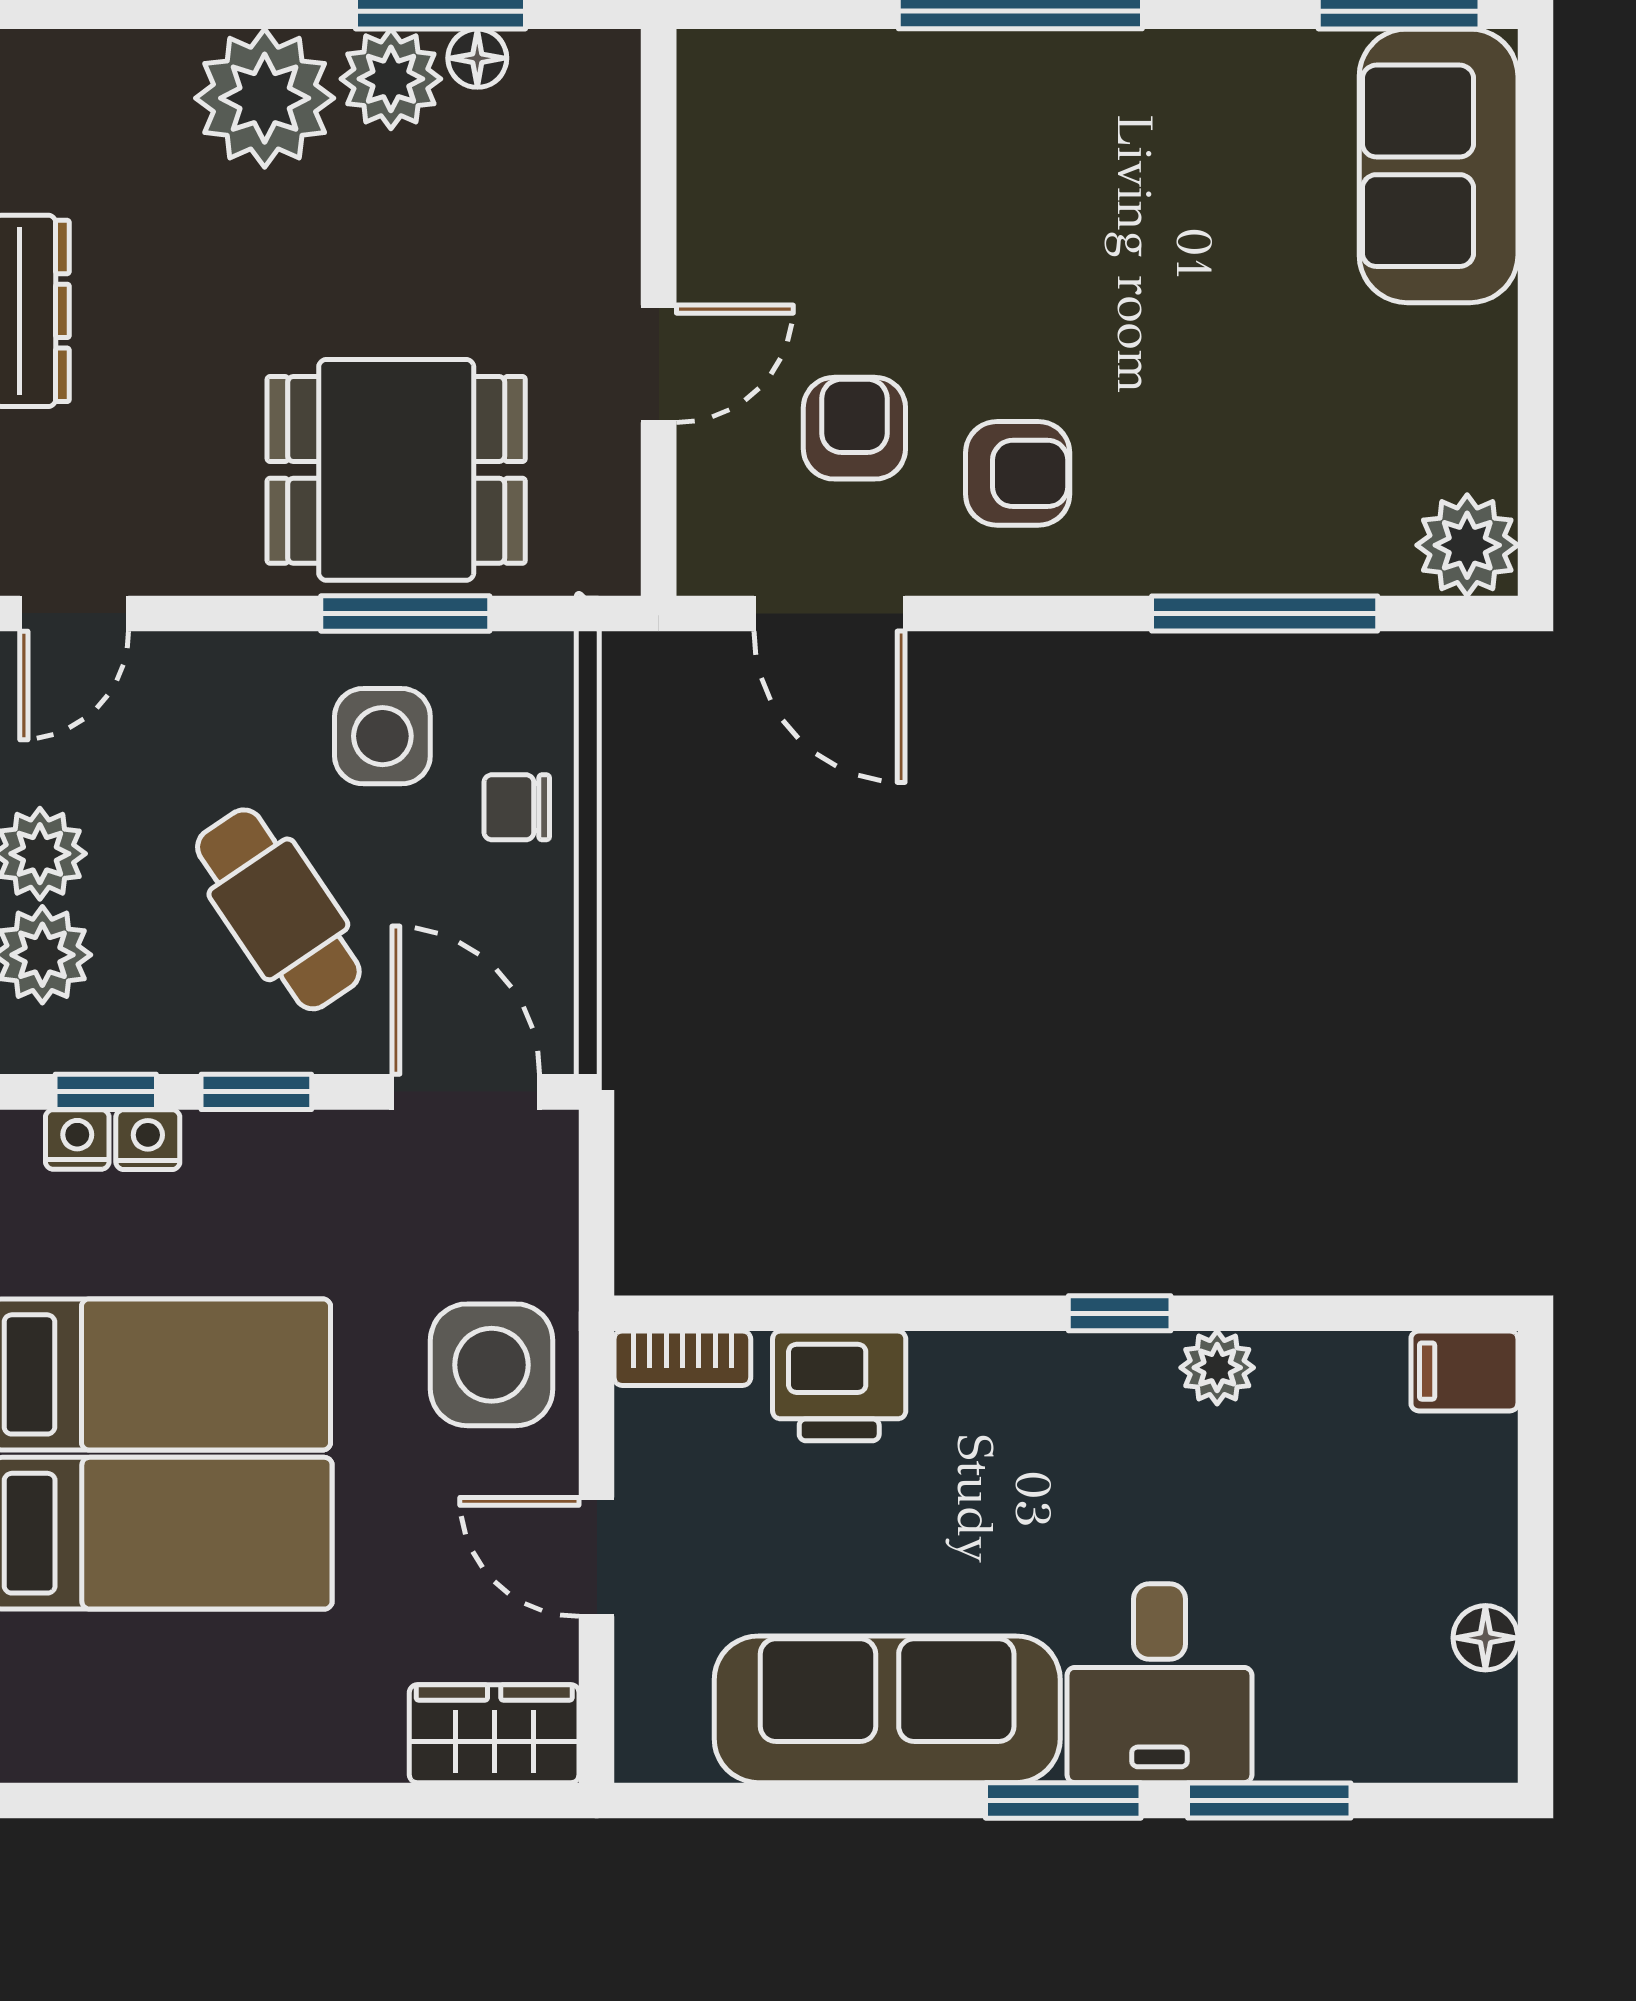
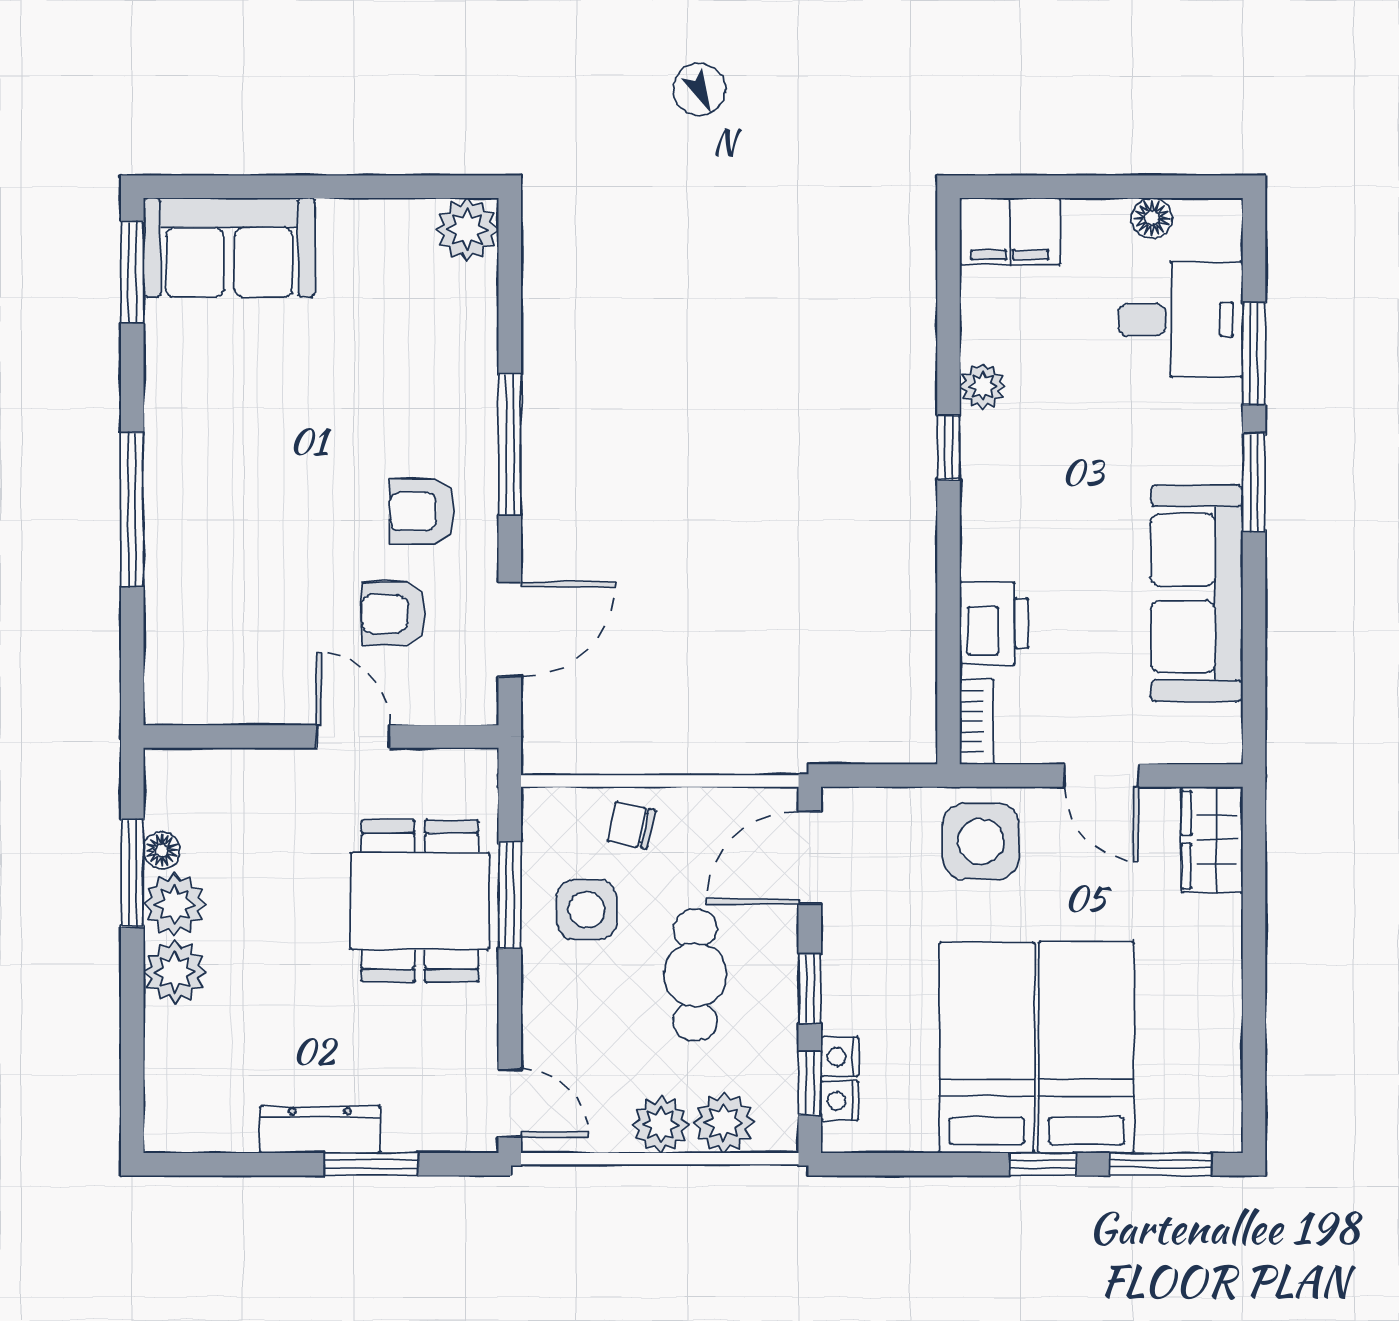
plant: (265, 98) -> (175, 972), width x0.73, depth x0.73
armchair: (1018, 473) -> (422, 511), turned -90
window: (1265, 613) -> (510, 445), moved
chair: (517, 807) -> (631, 825), turned 102
cafe table: (278, 909) -> (695, 975), turned -56
filing cabinet: (1464, 1371) -> (1010, 231), width x2.00
door: (597, 1557) -> (1101, 775), hinge flipped
desk: (1159, 1683) -> (1180, 319), moved

